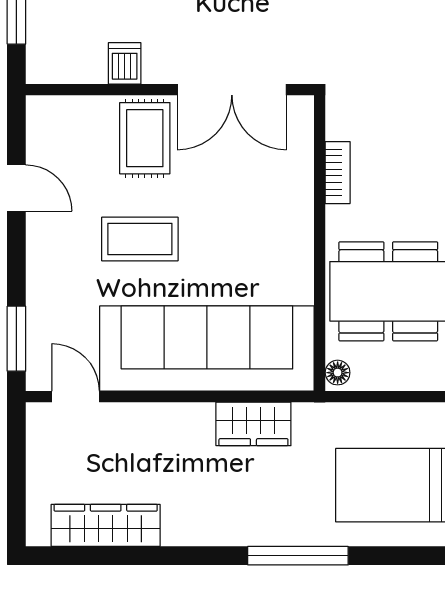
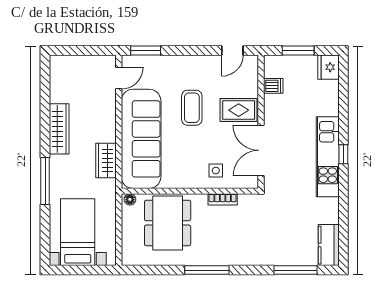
dishwasher: (125, 63) -> (273, 86), moved
side table: (275, 187) -> (216, 171), added
door: (16, 188) -> (232, 51), moved
wardrobe: (106, 525) -> (59, 129), moved

